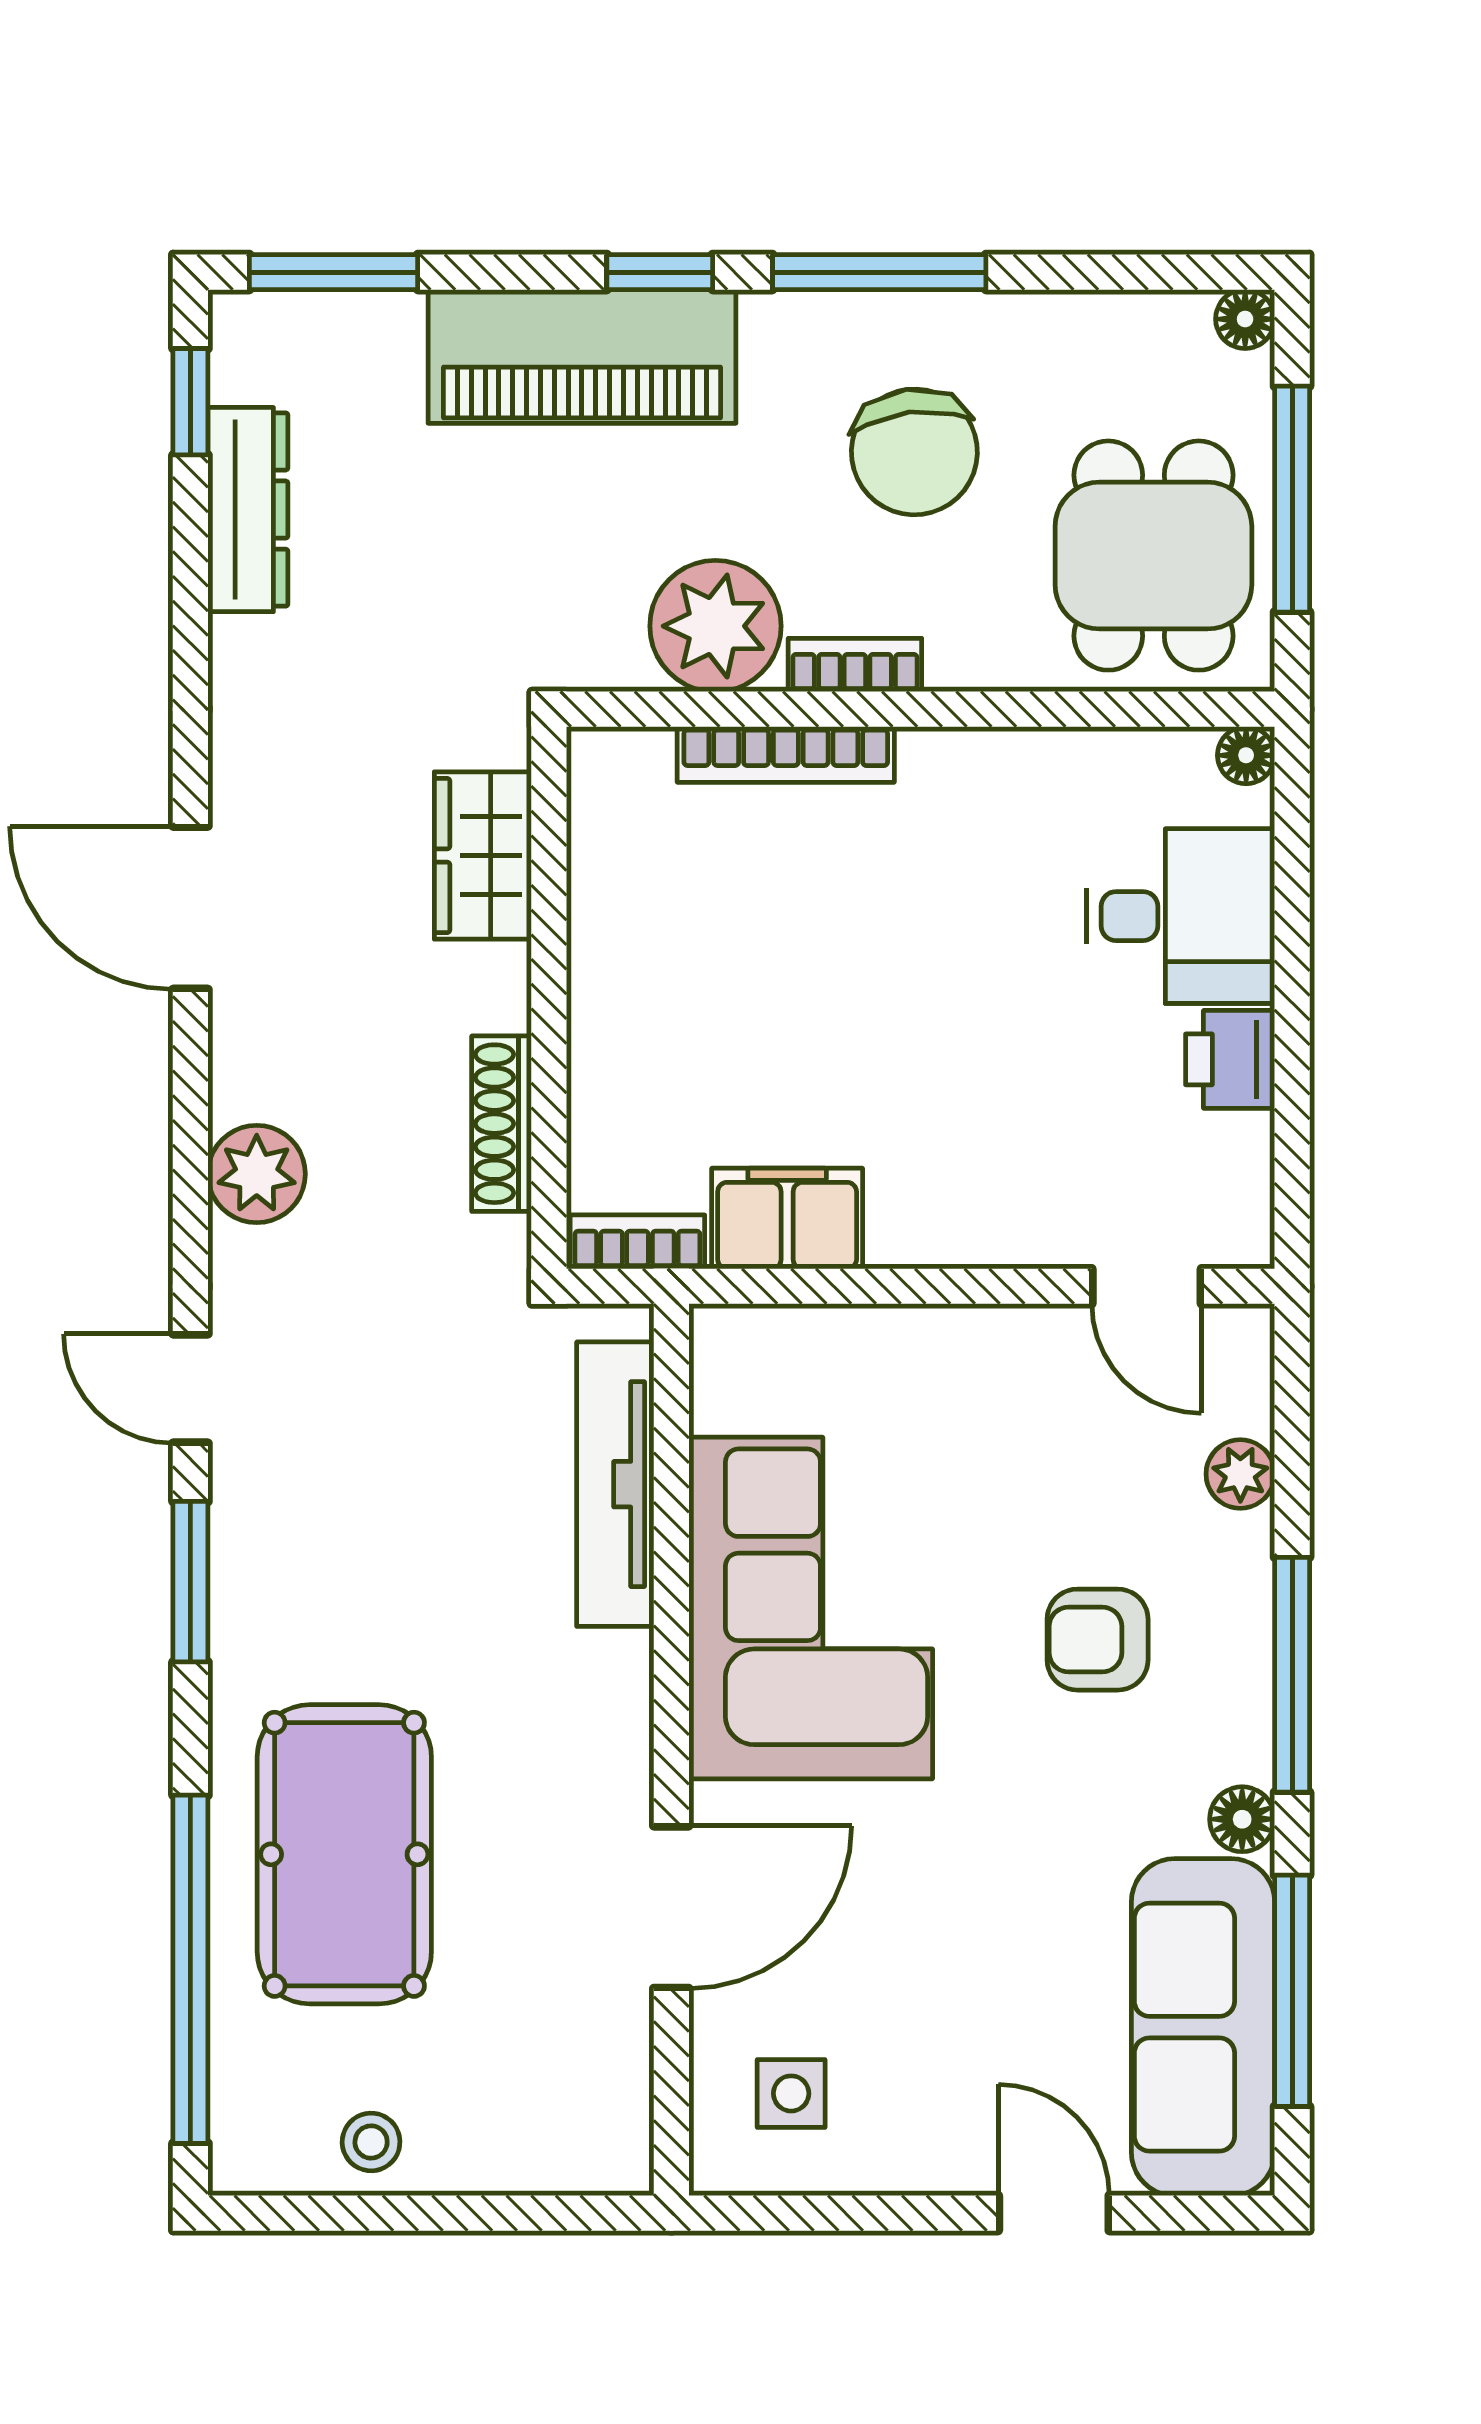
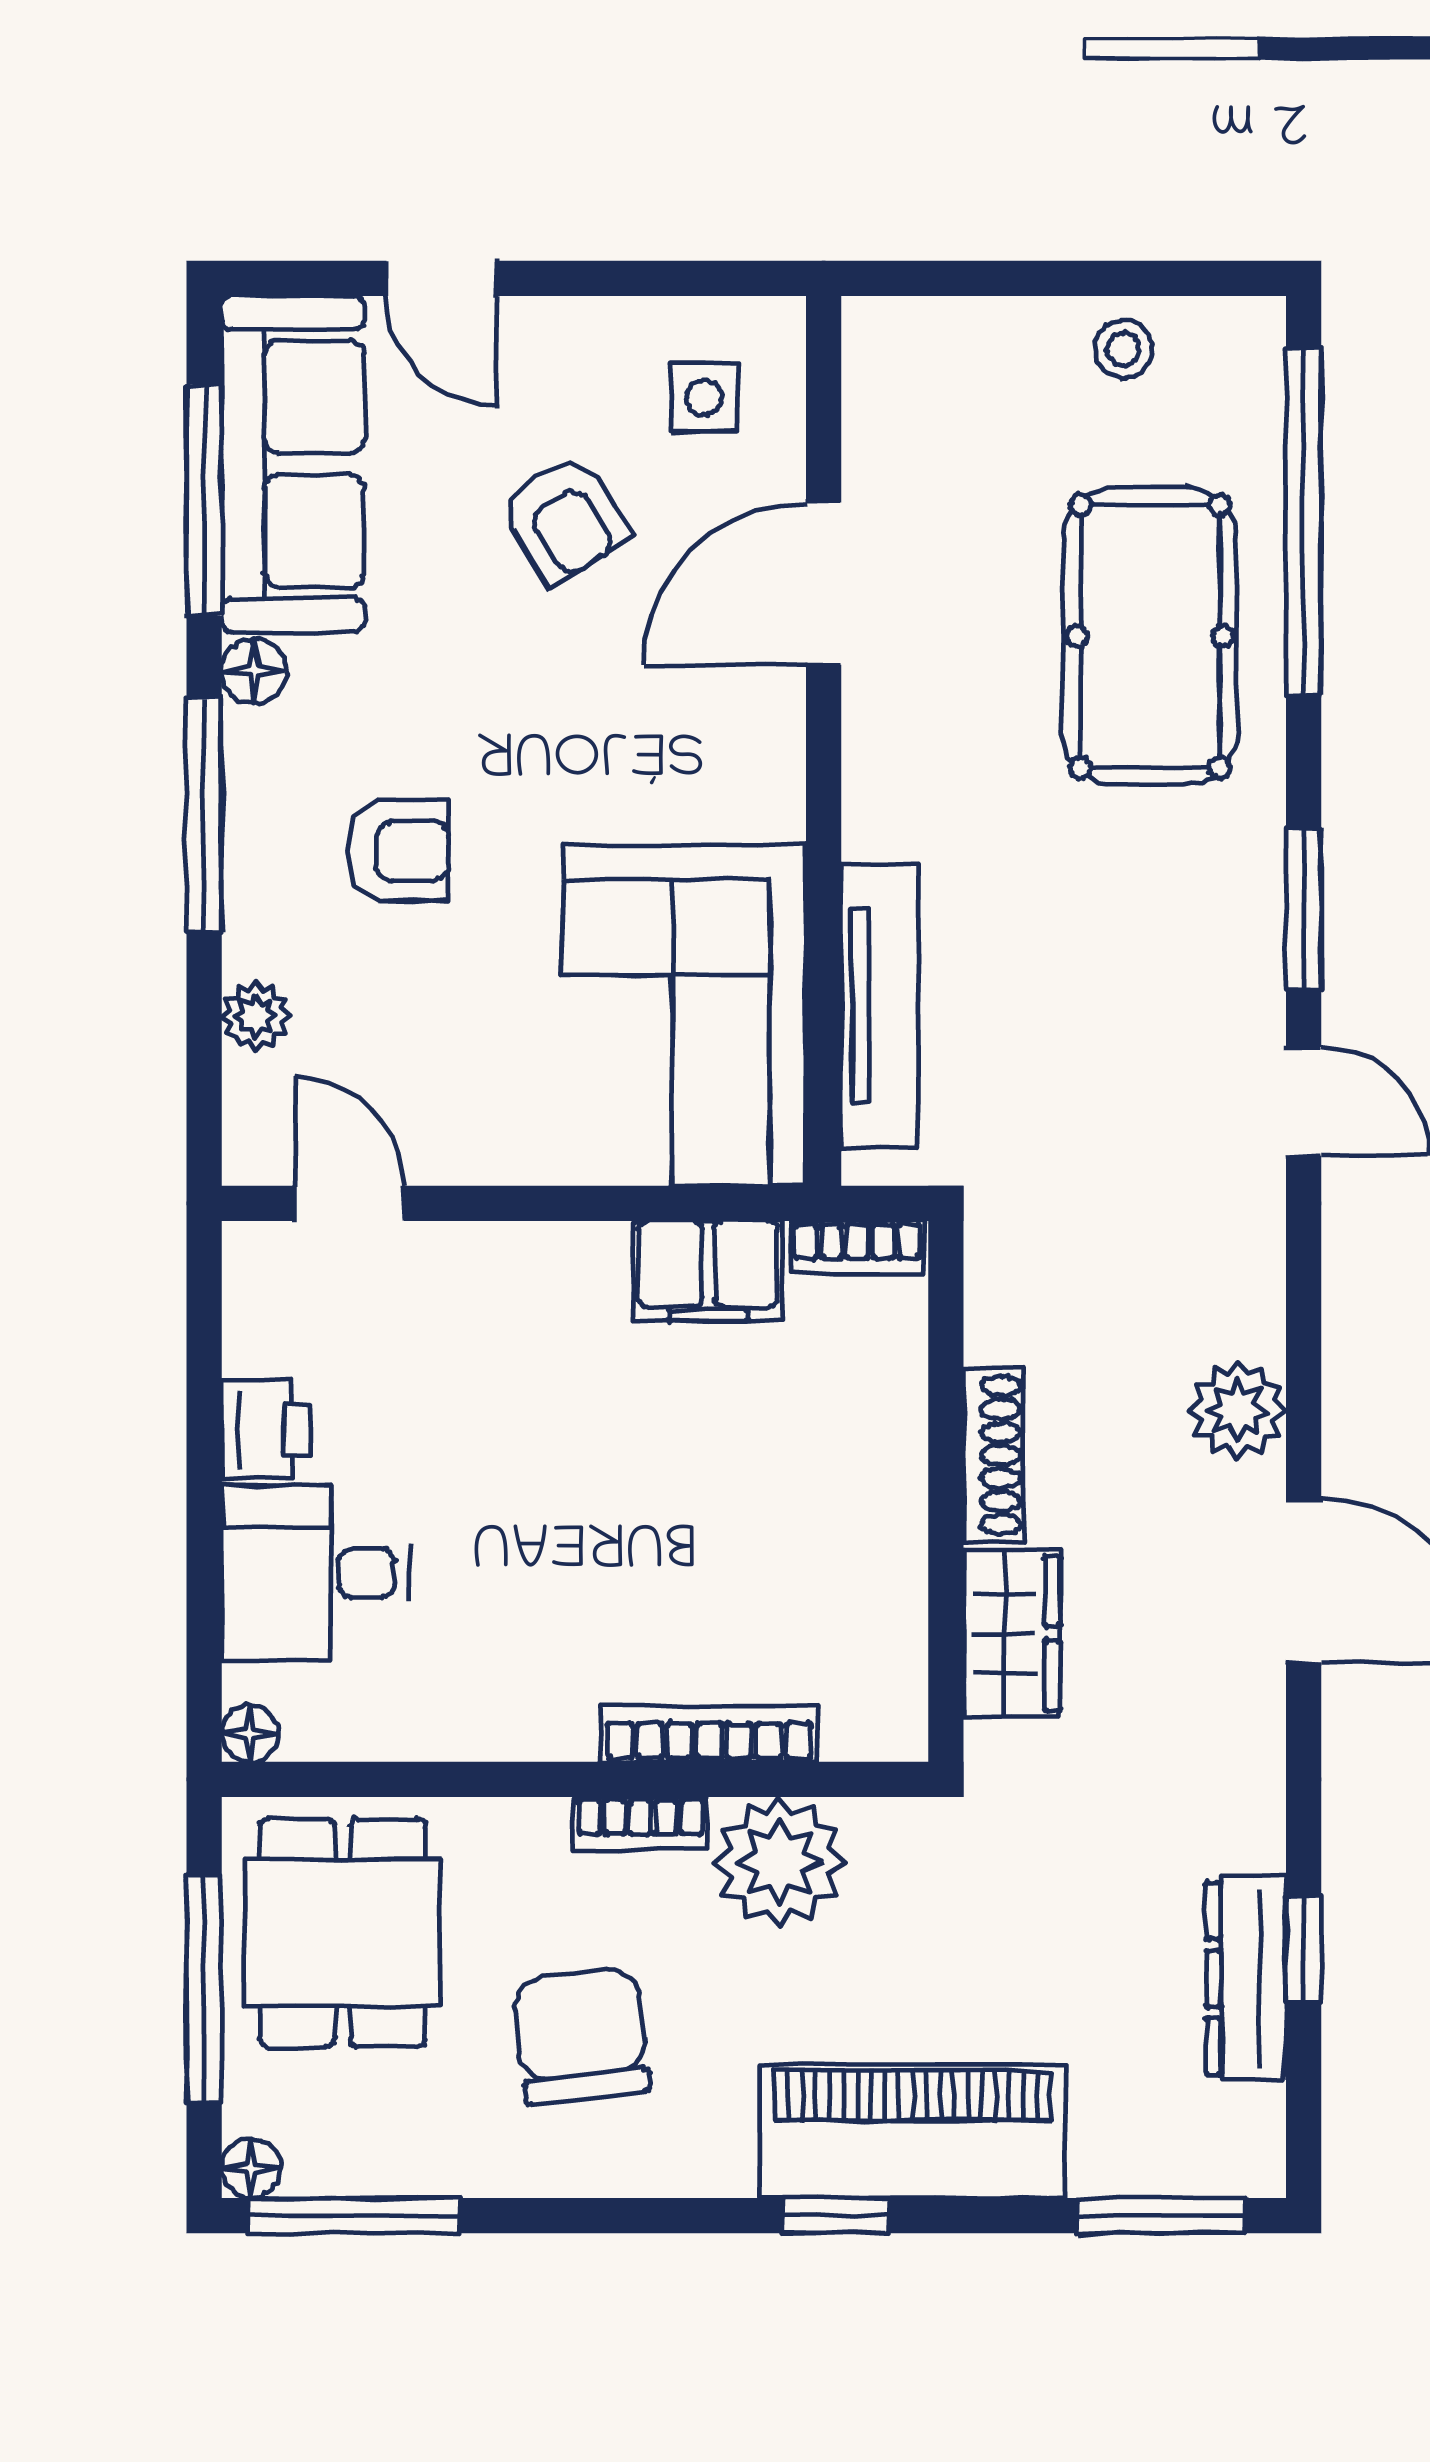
window: (879, 272) -> (353, 2216), moved
window: (190, 402) -> (1304, 1950), moved
shoe rack: (502, 1124) -> (993, 1455), moved
plant: (257, 1174) -> (1238, 1410), moved
corner sofa: (811, 1608) -> (685, 1015), moved
armchair: (931, 1971) -> (565, 520), added

